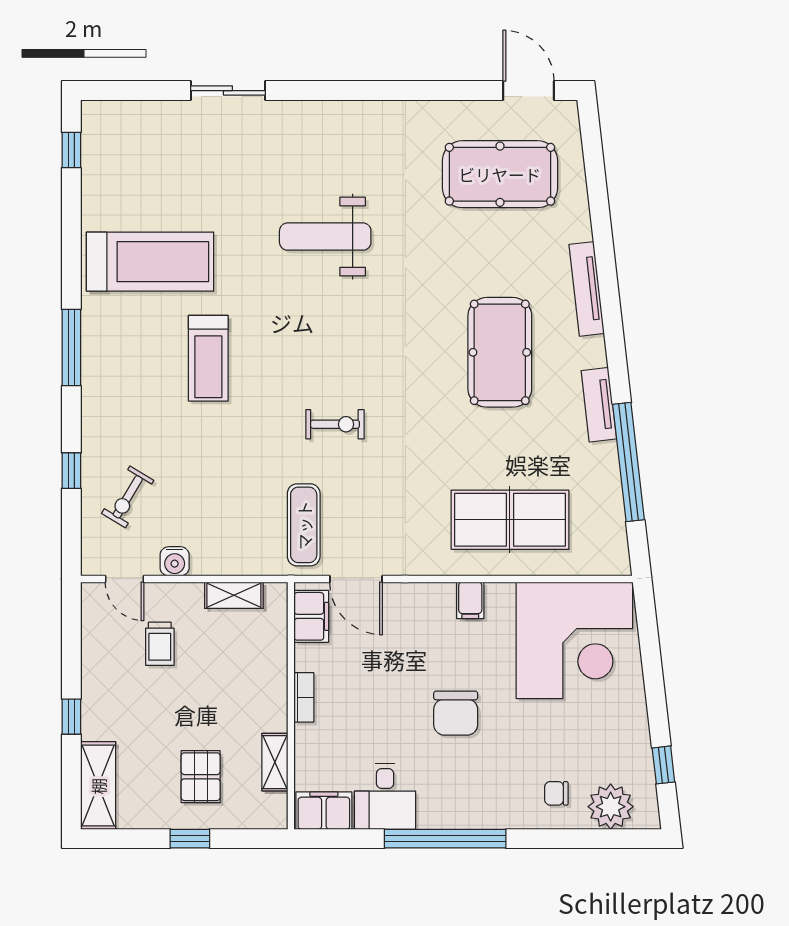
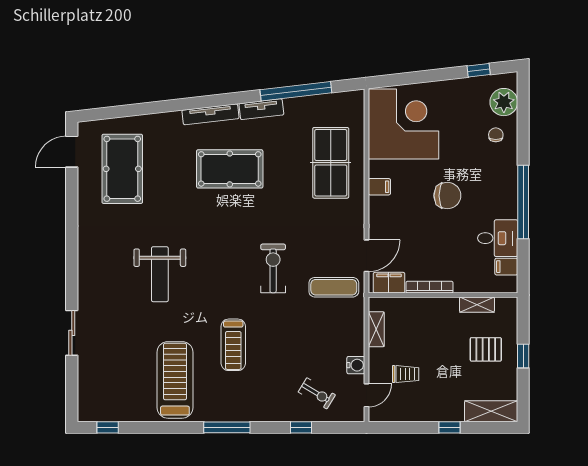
tv unit: (587, 289) -> (210, 114), moved
treadmill: (208, 358) -> (233, 345), turned 90
exercise bike: (335, 424) -> (273, 268), width x1.38, depth x1.39
bookcase: (304, 697) -> (429, 287), width x1.56
chair: (556, 793) -> (496, 135), turned 180
filing cabinet: (324, 811) -> (506, 267), width x0.50

